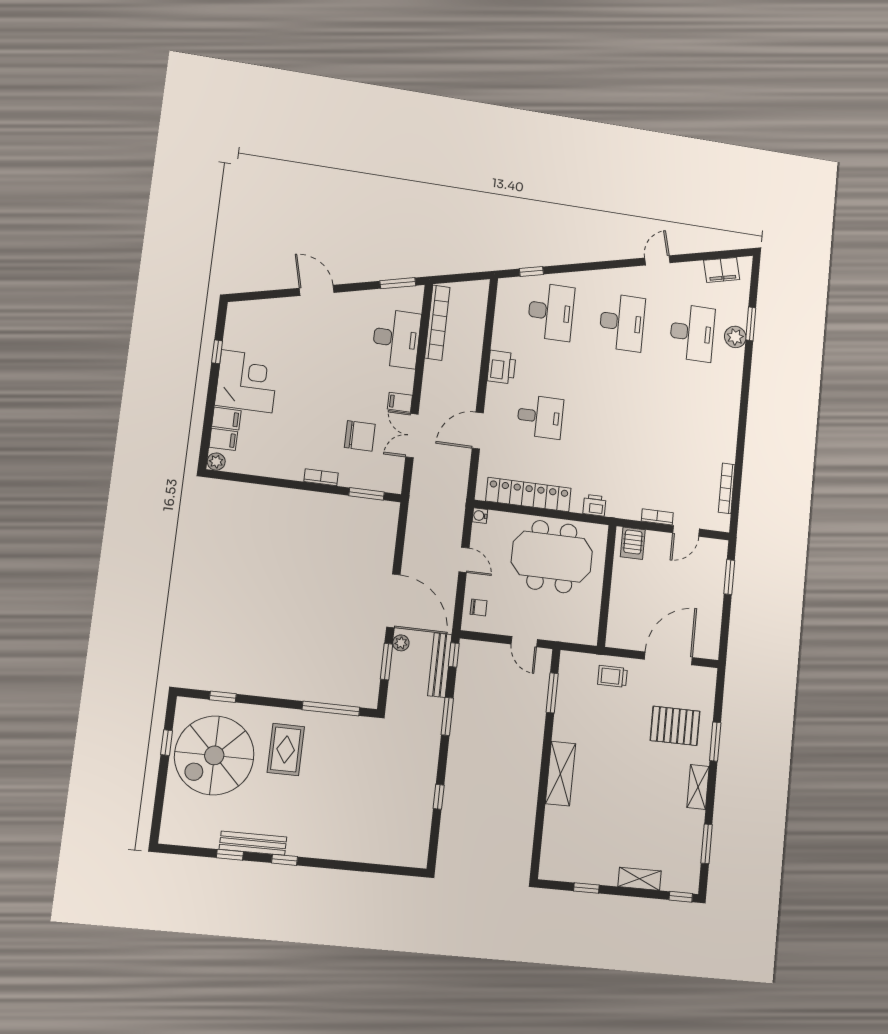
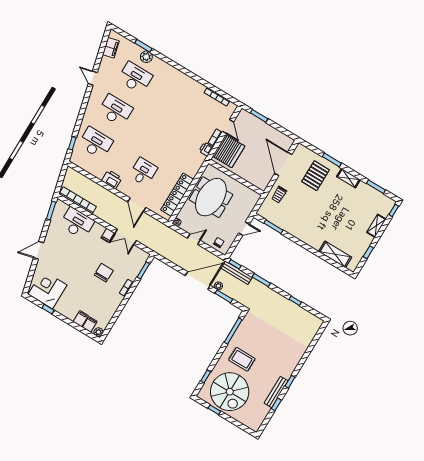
corner desk: (247, 381) -> (47, 290), moved
chair: (360, 436) -> (104, 273), moved
printer: (594, 505) -> (206, 149), moved
server rack: (633, 543) -> (229, 151), width x2.18, depth x1.44
shelving: (560, 774) -> (335, 254), moved

